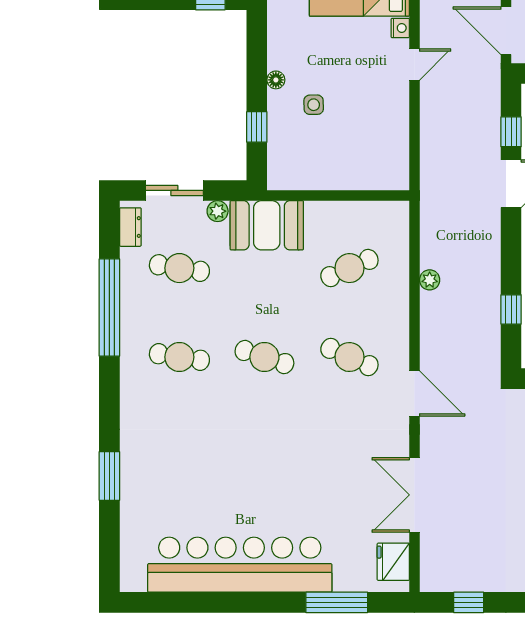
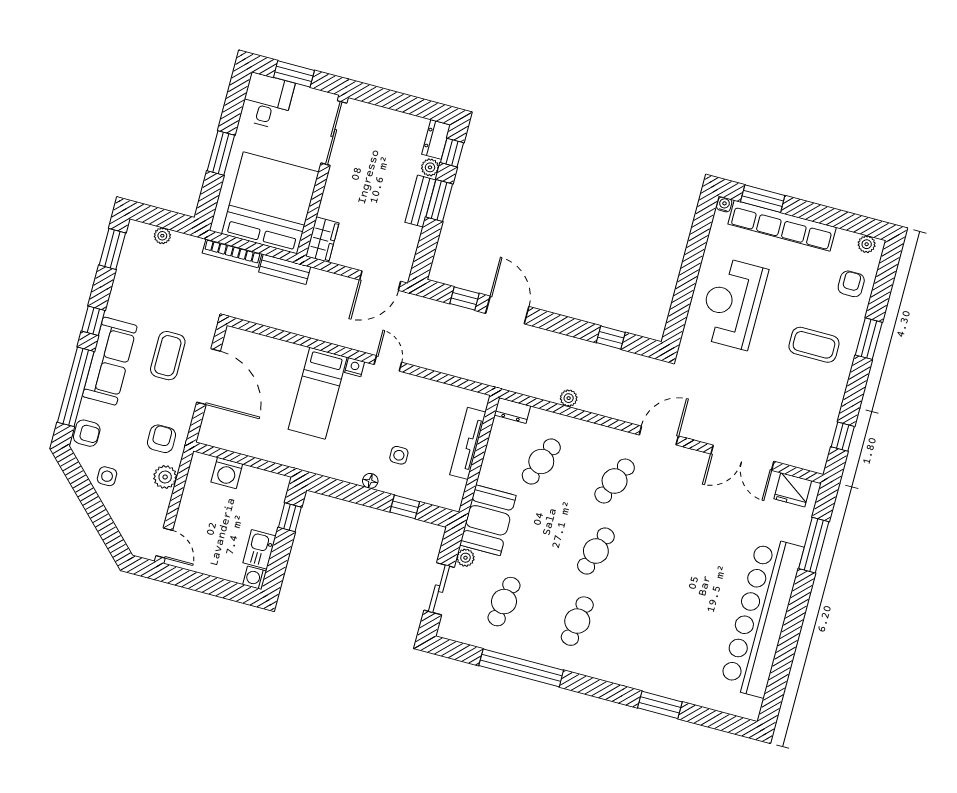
tv unit: (348, 179) -> (468, 443), added
dresser: (130, 227) -> (512, 411), moved, turned 180
cafe table: (349, 268) -> (541, 461), turned 45

